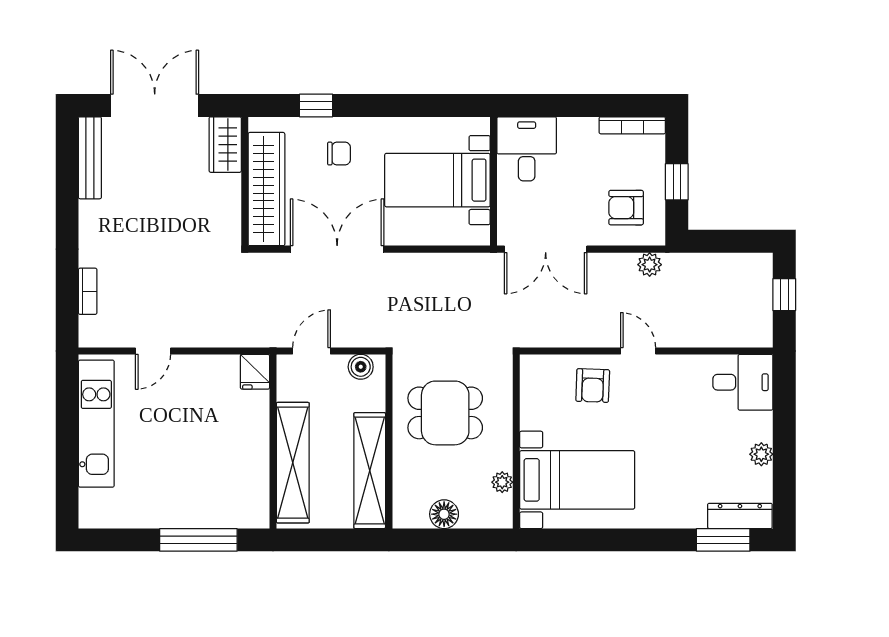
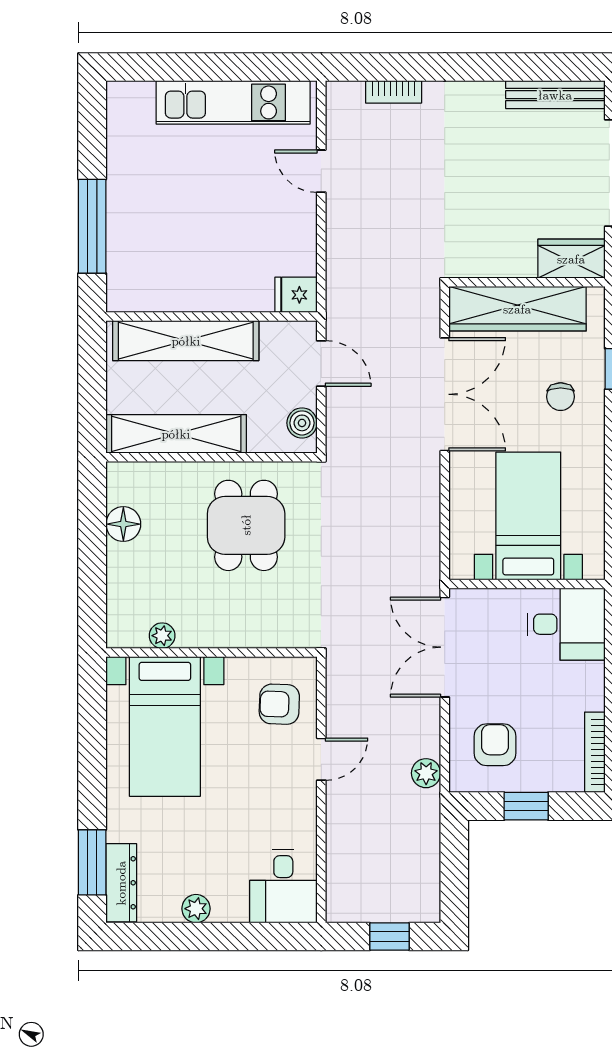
wall: (516, 441) -> (212, 653), moved
bed with nightstands: (577, 480) -> (165, 727), moved
plant: (502, 482) -> (162, 636), moved

